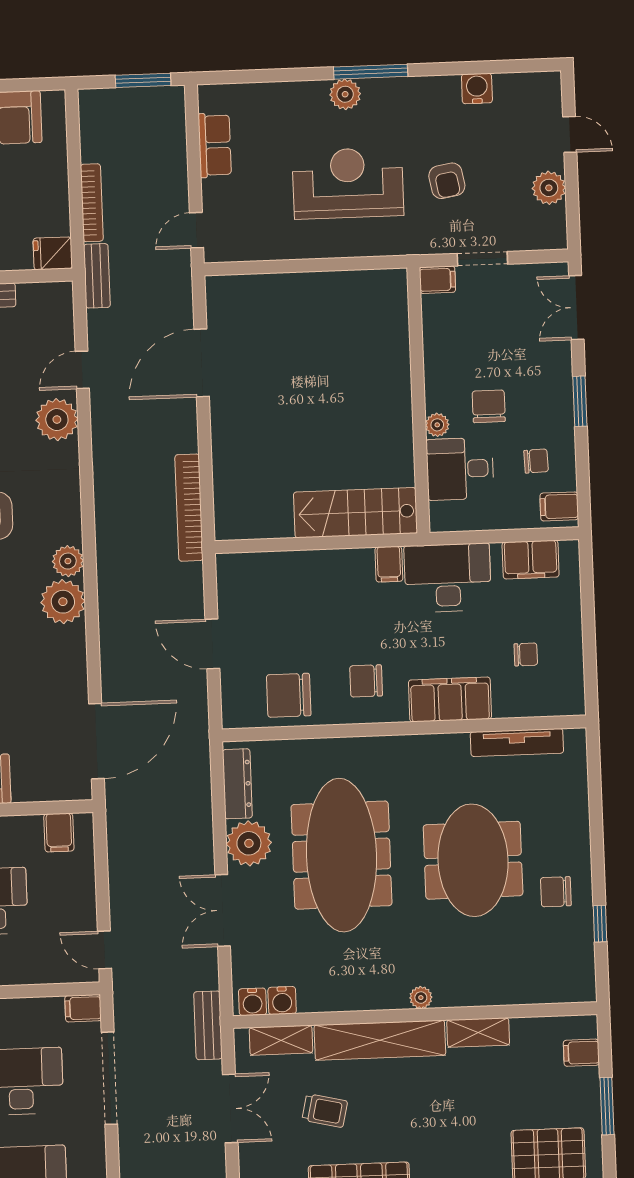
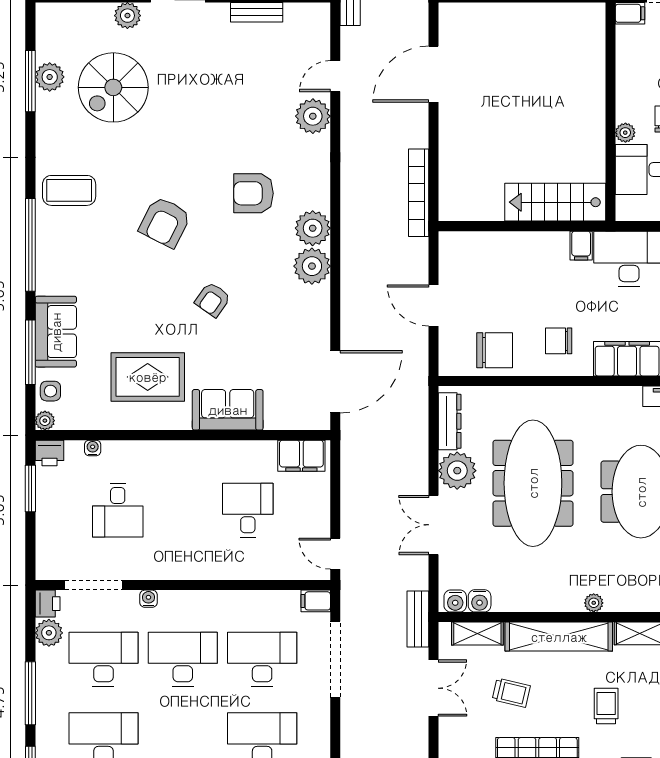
plant: (68, 561) -> (313, 228), width x1.36, depth x1.36
chair: (289, 695) -> (495, 350), turned 180
filing cabinet: (59, 833) -> (301, 456), width x2.00
trolley: (441, 1122) -> (606, 706), added

